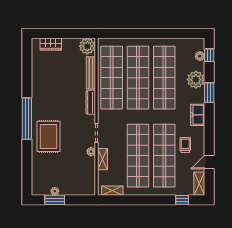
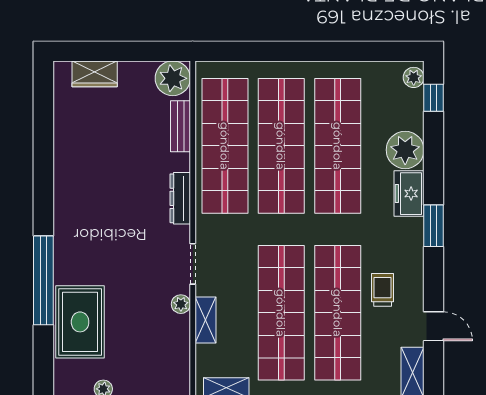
plant: (200, 56) -> (414, 77), moved
bench: (91, 73) -> (181, 126), width x0.73
window: (209, 93) -> (434, 226), moved
freezer: (198, 115) -> (409, 194), moved
window: (27, 119) -> (43, 280), moved
rug: (49, 136) -> (80, 322), moved
door: (209, 162) -> (434, 326), swing flipped

